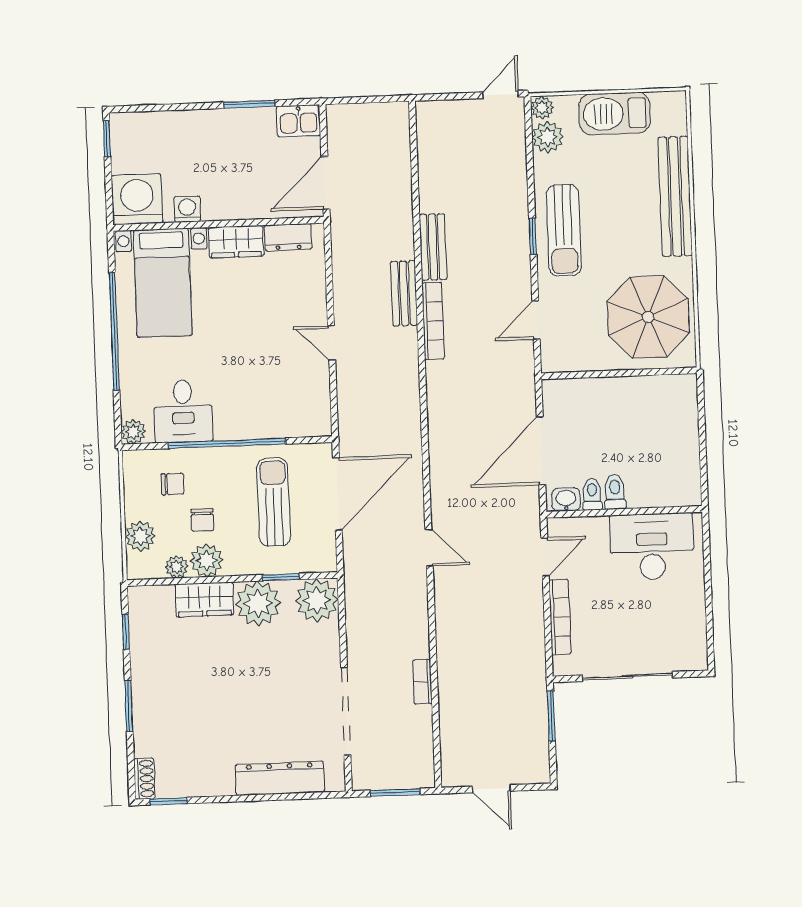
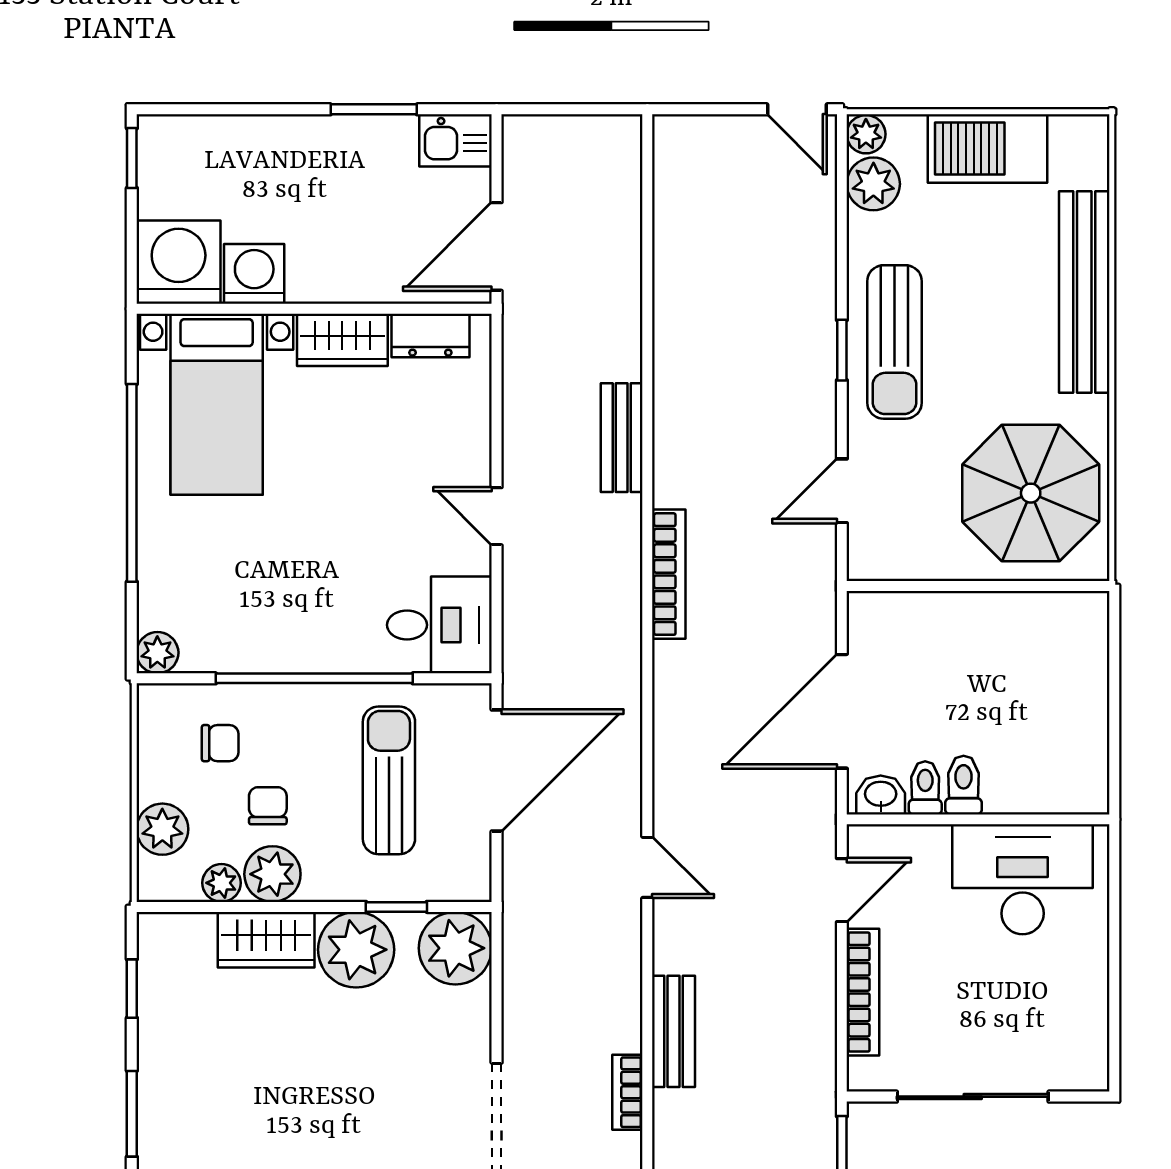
door: (501, 95) -> (797, 109), swing flipped
washing machine: (187, 209) -> (254, 274), width x1.38, depth x1.38
bench: (433, 247) -> (673, 1031), moved
bookcase: (433, 321) -> (669, 574), moved
desk: (183, 411) -> (439, 625), moved, turned -90
chair: (202, 520) -> (268, 806), turned 180

